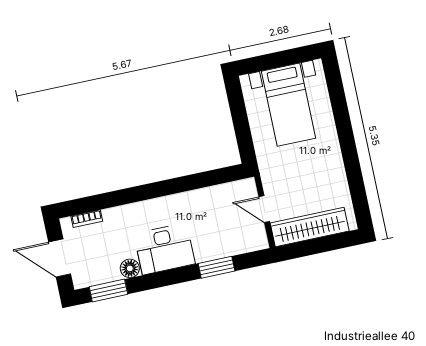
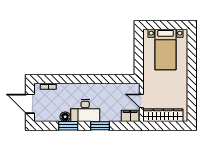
filing cabinet: (249, 241) -> (130, 116), added
window: (216, 267) -> (100, 126), moved
window: (108, 290) -> (68, 126), moved

